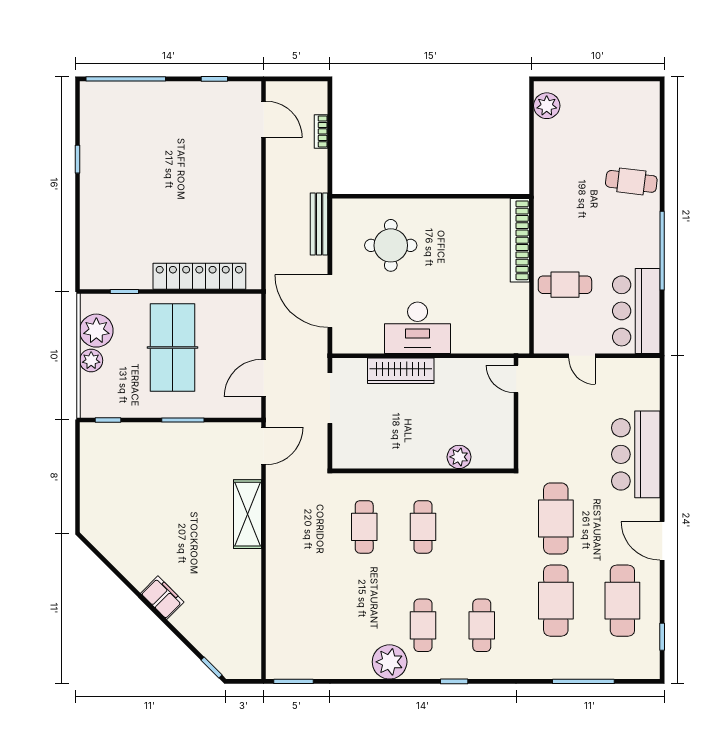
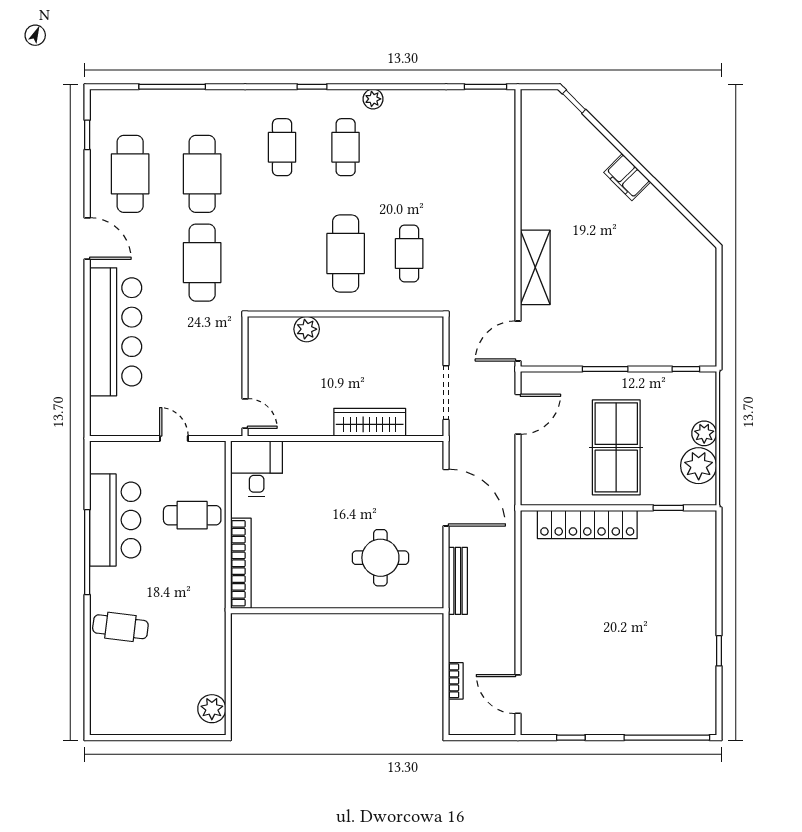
bar counter: (636, 311) -> (115, 520), moved
desk: (418, 328) -> (257, 469), moved, width x0.73
bar counter: (636, 454) -> (116, 332), width x1.36
cafe table: (423, 527) -> (346, 253), width x1.37, depth x1.35
plant: (390, 662) -> (373, 99), width x0.53, depth x0.53

